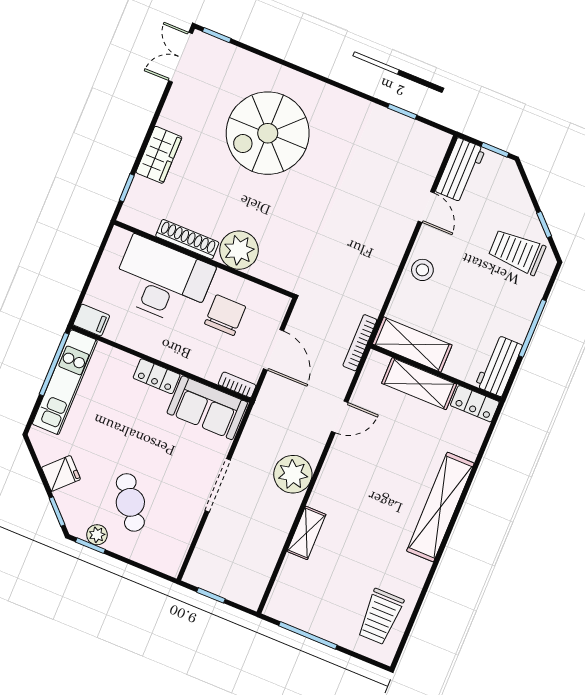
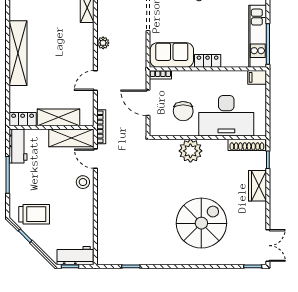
workbench: (461, 170) -> (75, 256), moved, turned 90
door: (426, 207) -> (95, 159), moved
shoe rack: (187, 239) -> (247, 145), moved
plant: (293, 474) -> (103, 43), width x0.53, depth x0.53

